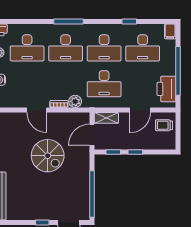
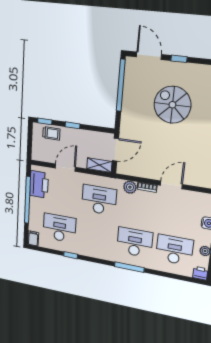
desk: (104, 48) -> (96, 235), removed
door: (37, 110) -> (171, 185), hinge flipped
trolley: (164, 125) -> (51, 133), moved
window: (113, 152) -> (45, 121), moved
spiral stairs: (48, 156) -> (172, 105), moved

